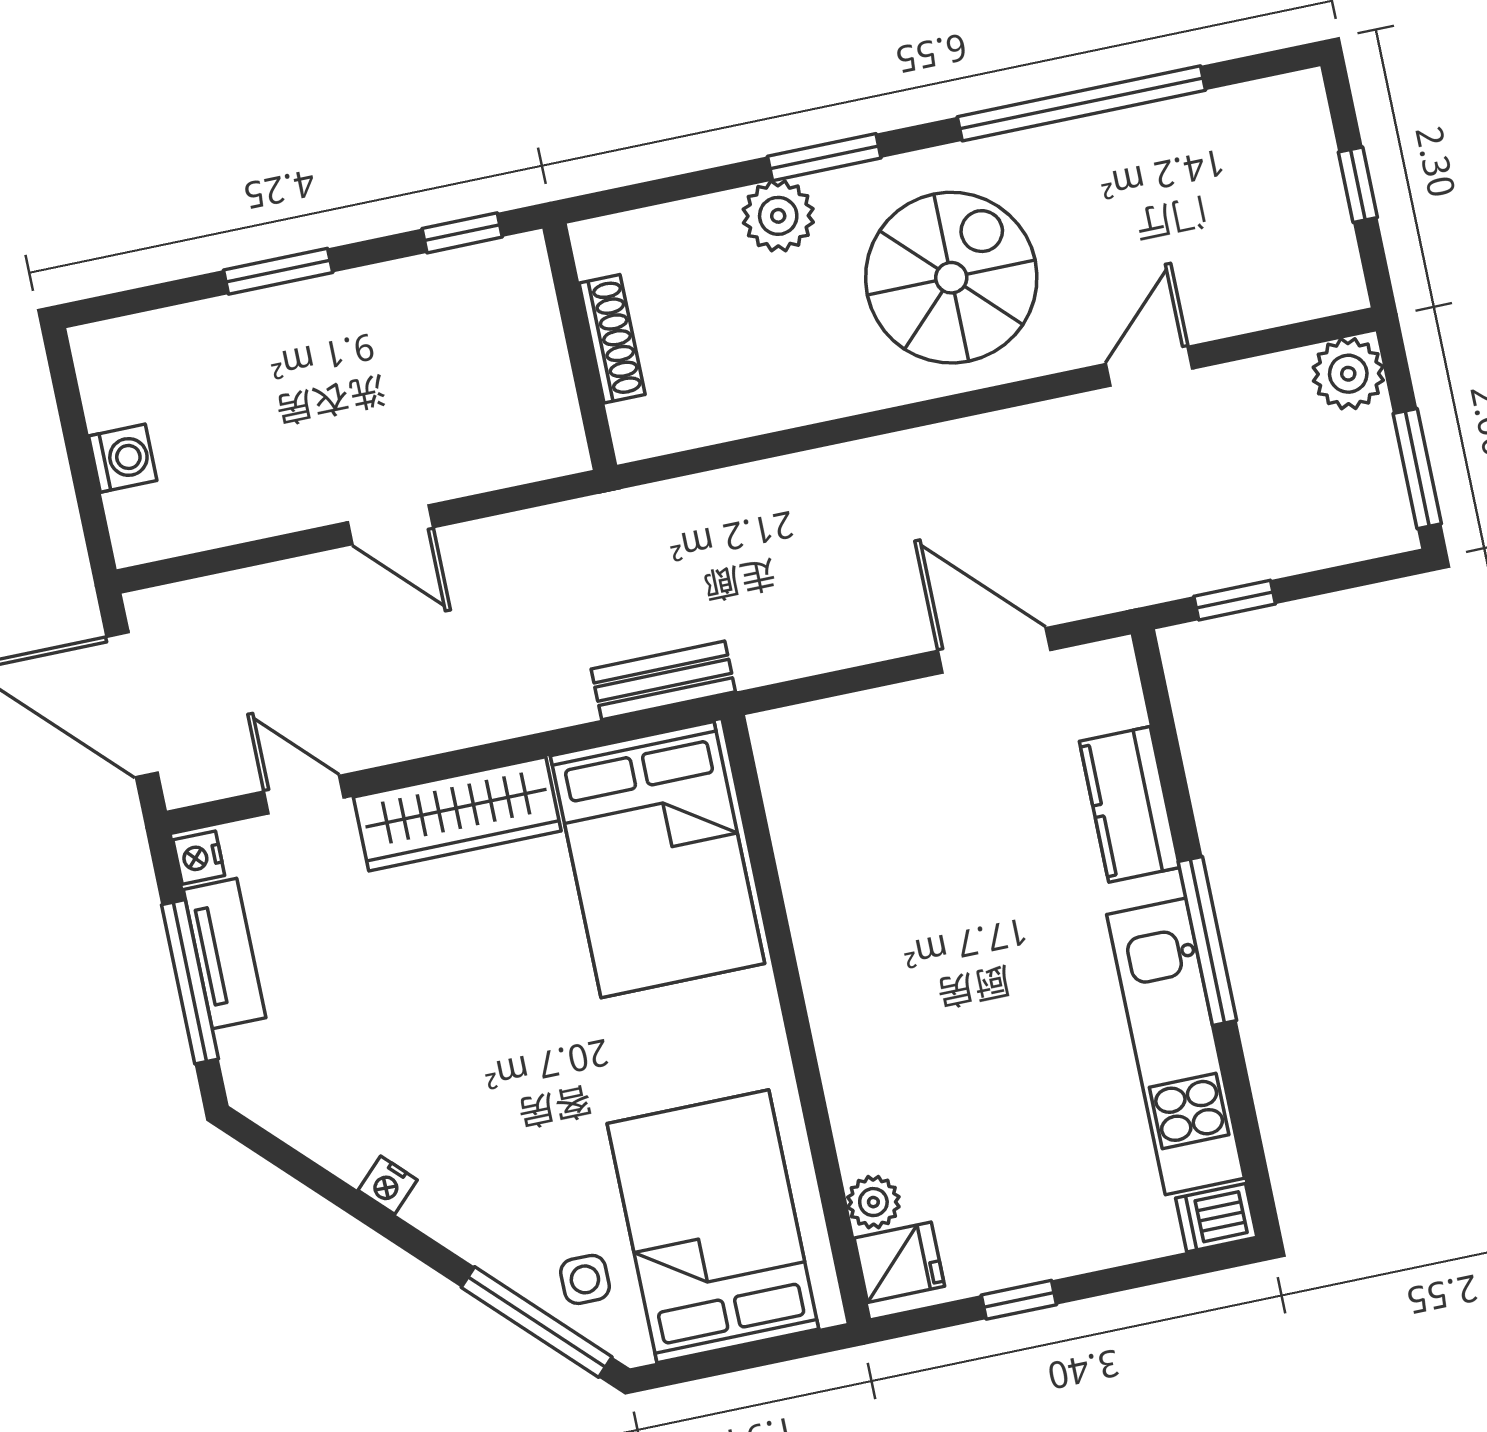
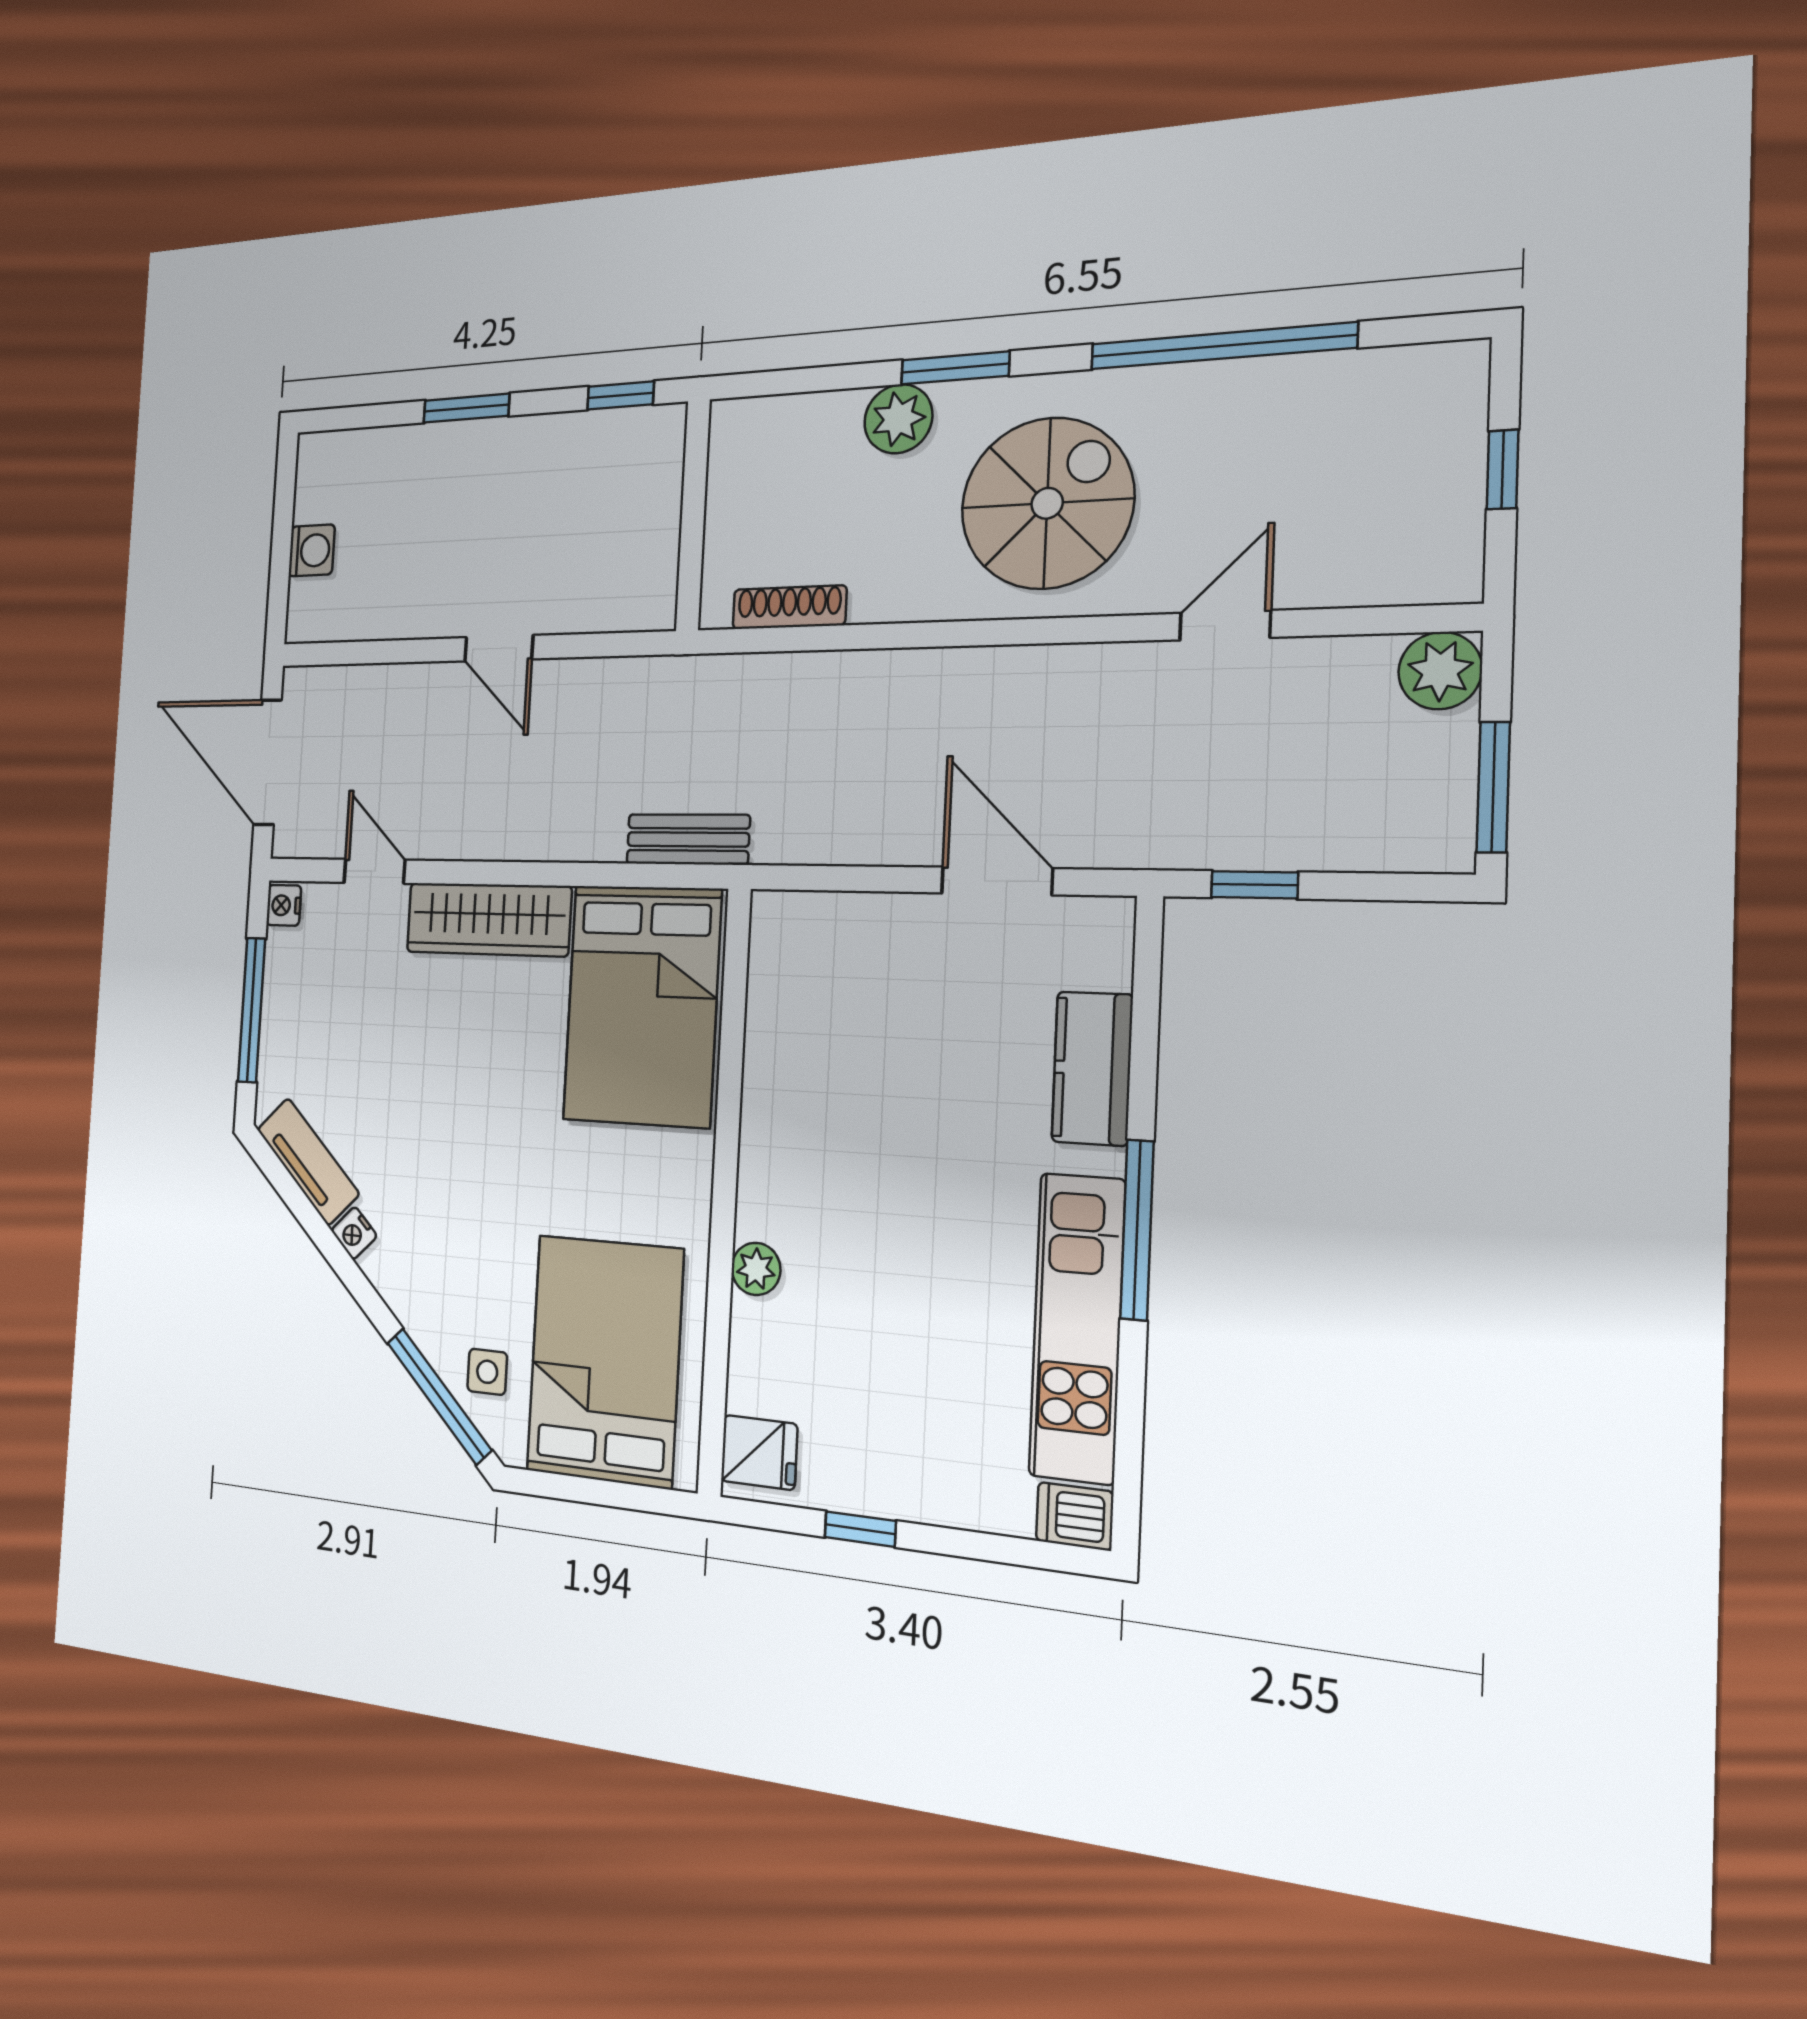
shoe rack: (612, 339) -> (789, 607), moved, turned -90
tv unit: (225, 954) -> (308, 1162), moved, turned -45
plant: (873, 1202) -> (756, 1269), moved

